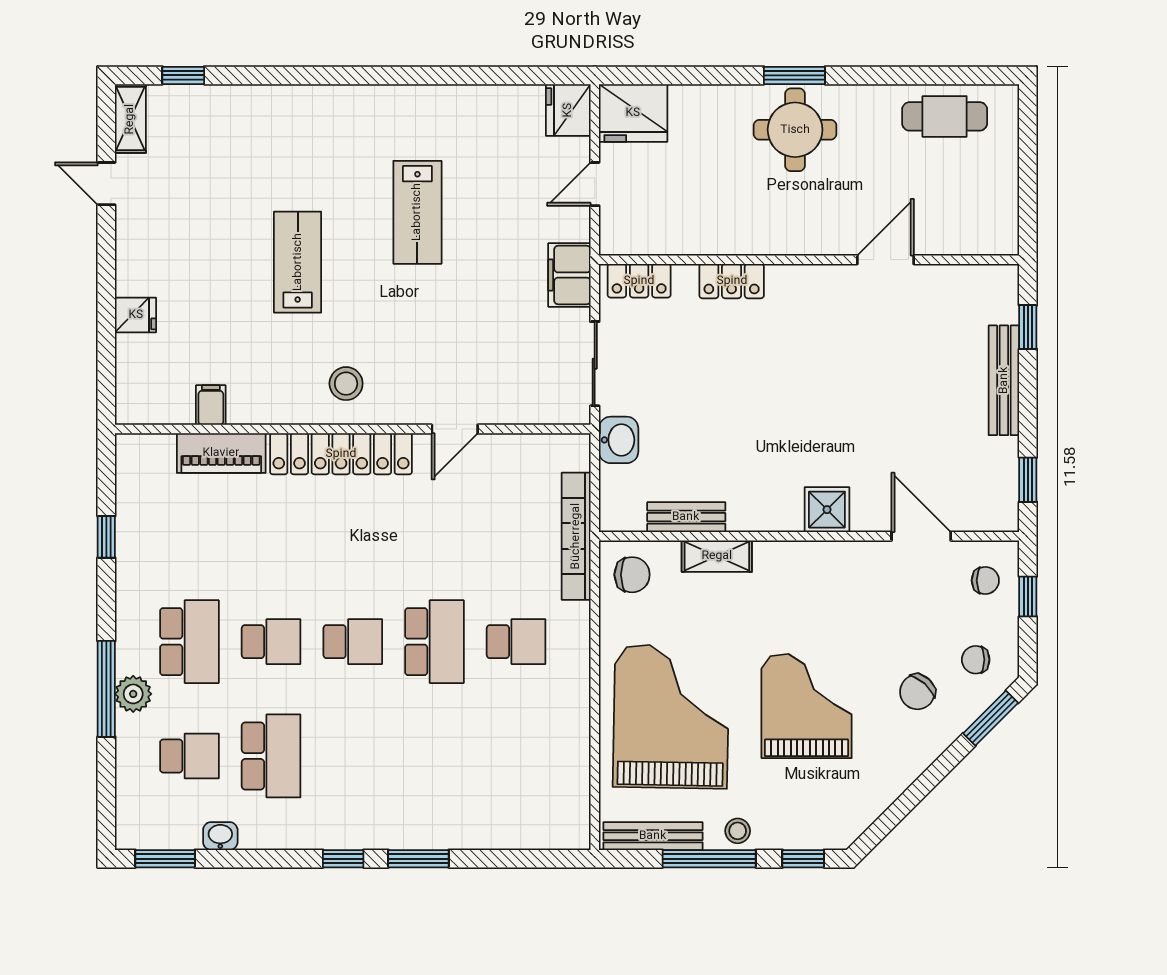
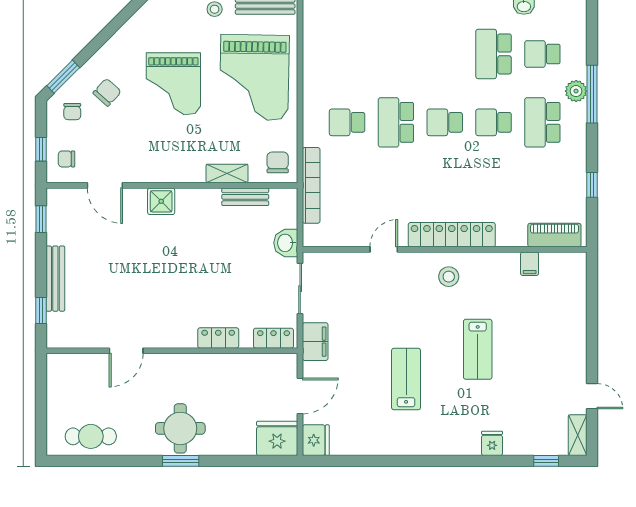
door: (595, 184) -> (300, 396), width x1.38
fridge: (136, 315) -> (492, 443), moved, turned 90
piano: (221, 453) -> (554, 235), moved
chair: (632, 575) -> (278, 162), turned 90
chair: (976, 660) -> (72, 112), turned 90

